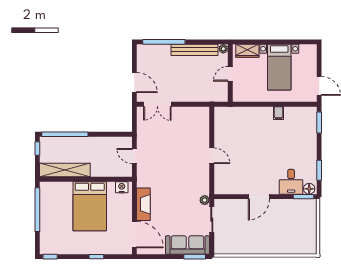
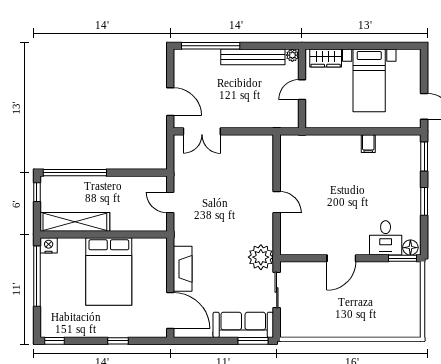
window: (319, 170) -> (424, 201), moved
nightstand: (122, 187) -> (49, 245), moved
plant: (205, 200) -> (261, 257), width x1.88, depth x1.88

